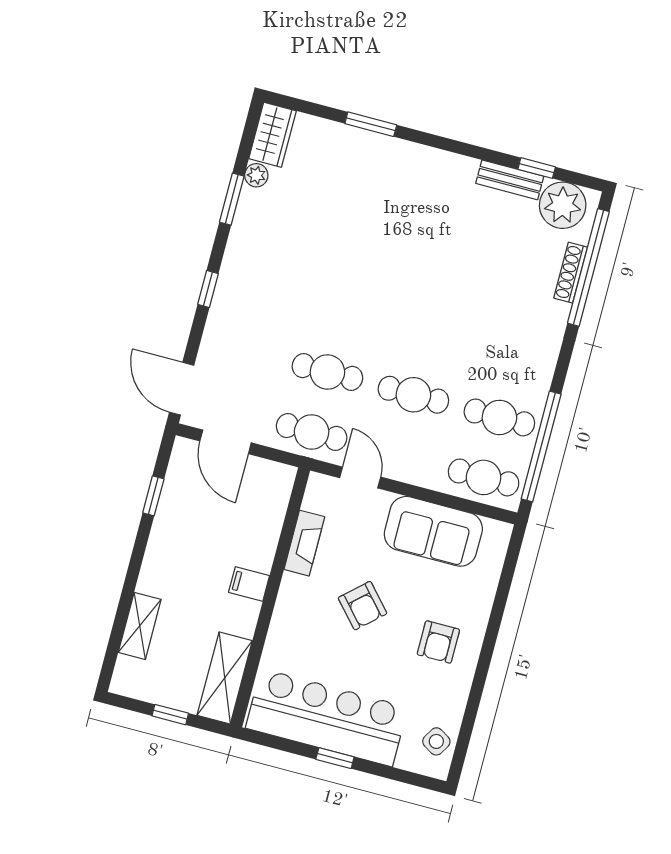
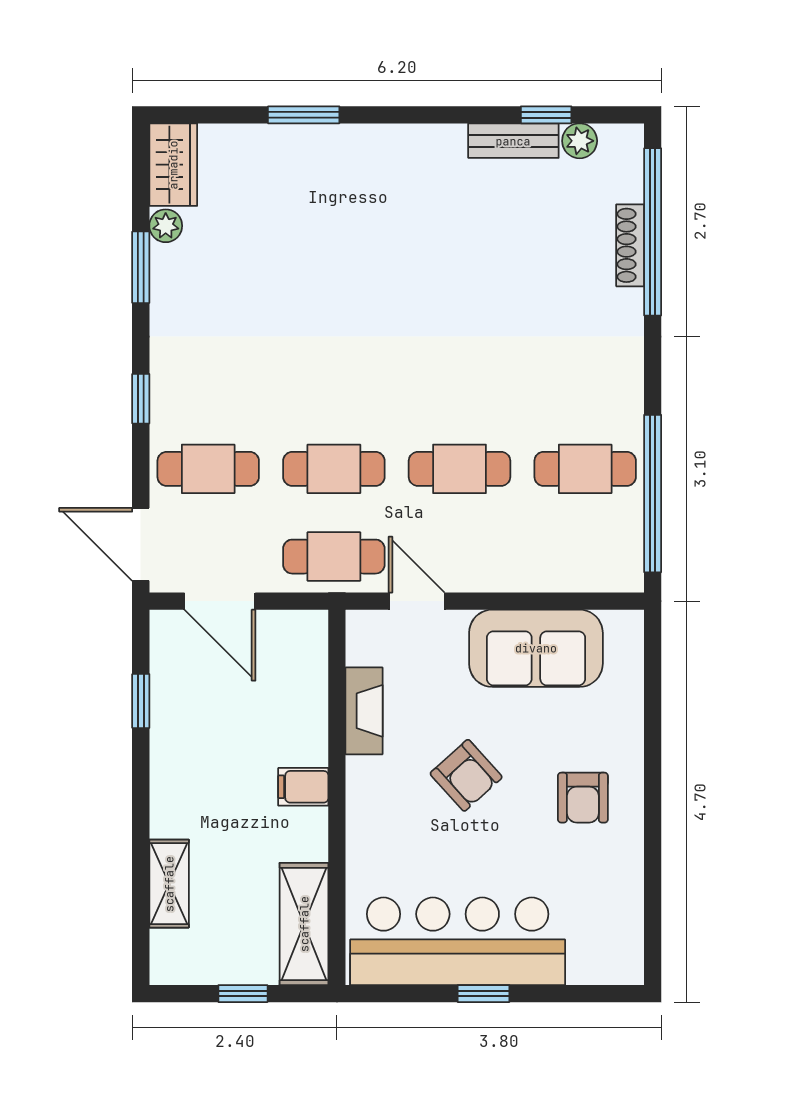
plant: (563, 205) -> (580, 141), width x0.53, depth x0.53
cafe table: (484, 477) -> (208, 469), moved
side table: (436, 741) -> (616, 934), removed

